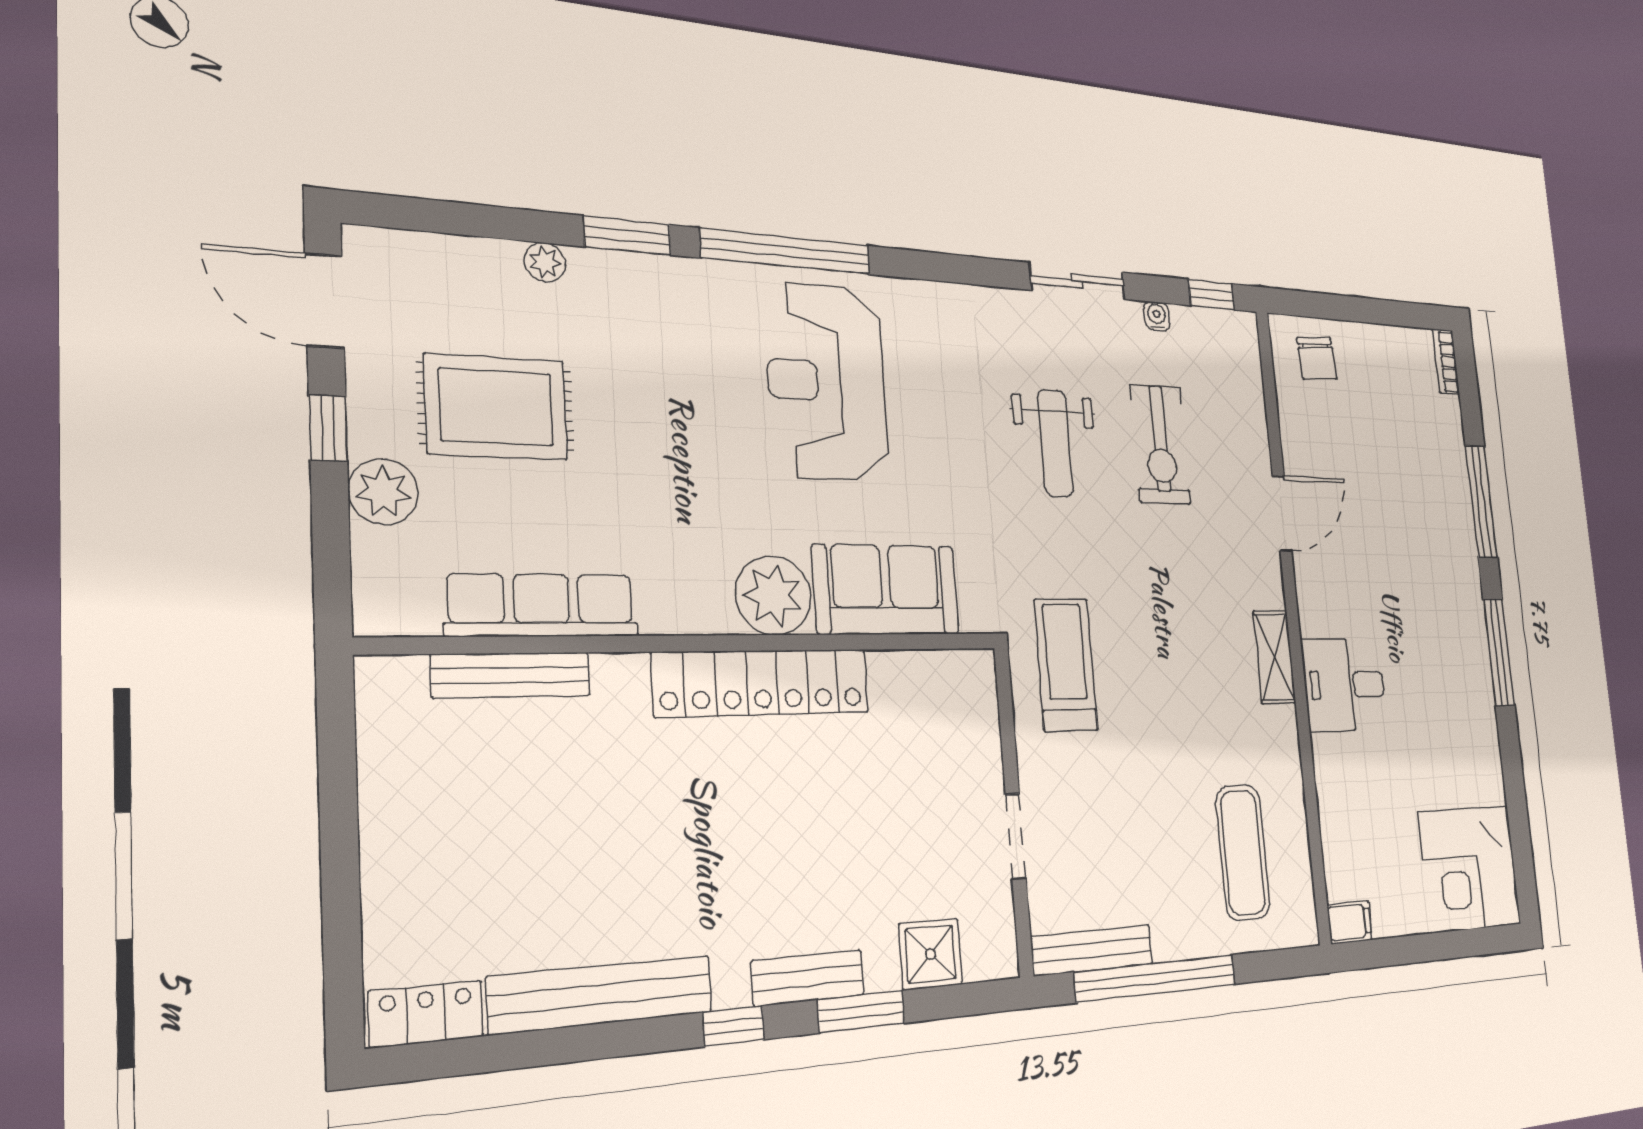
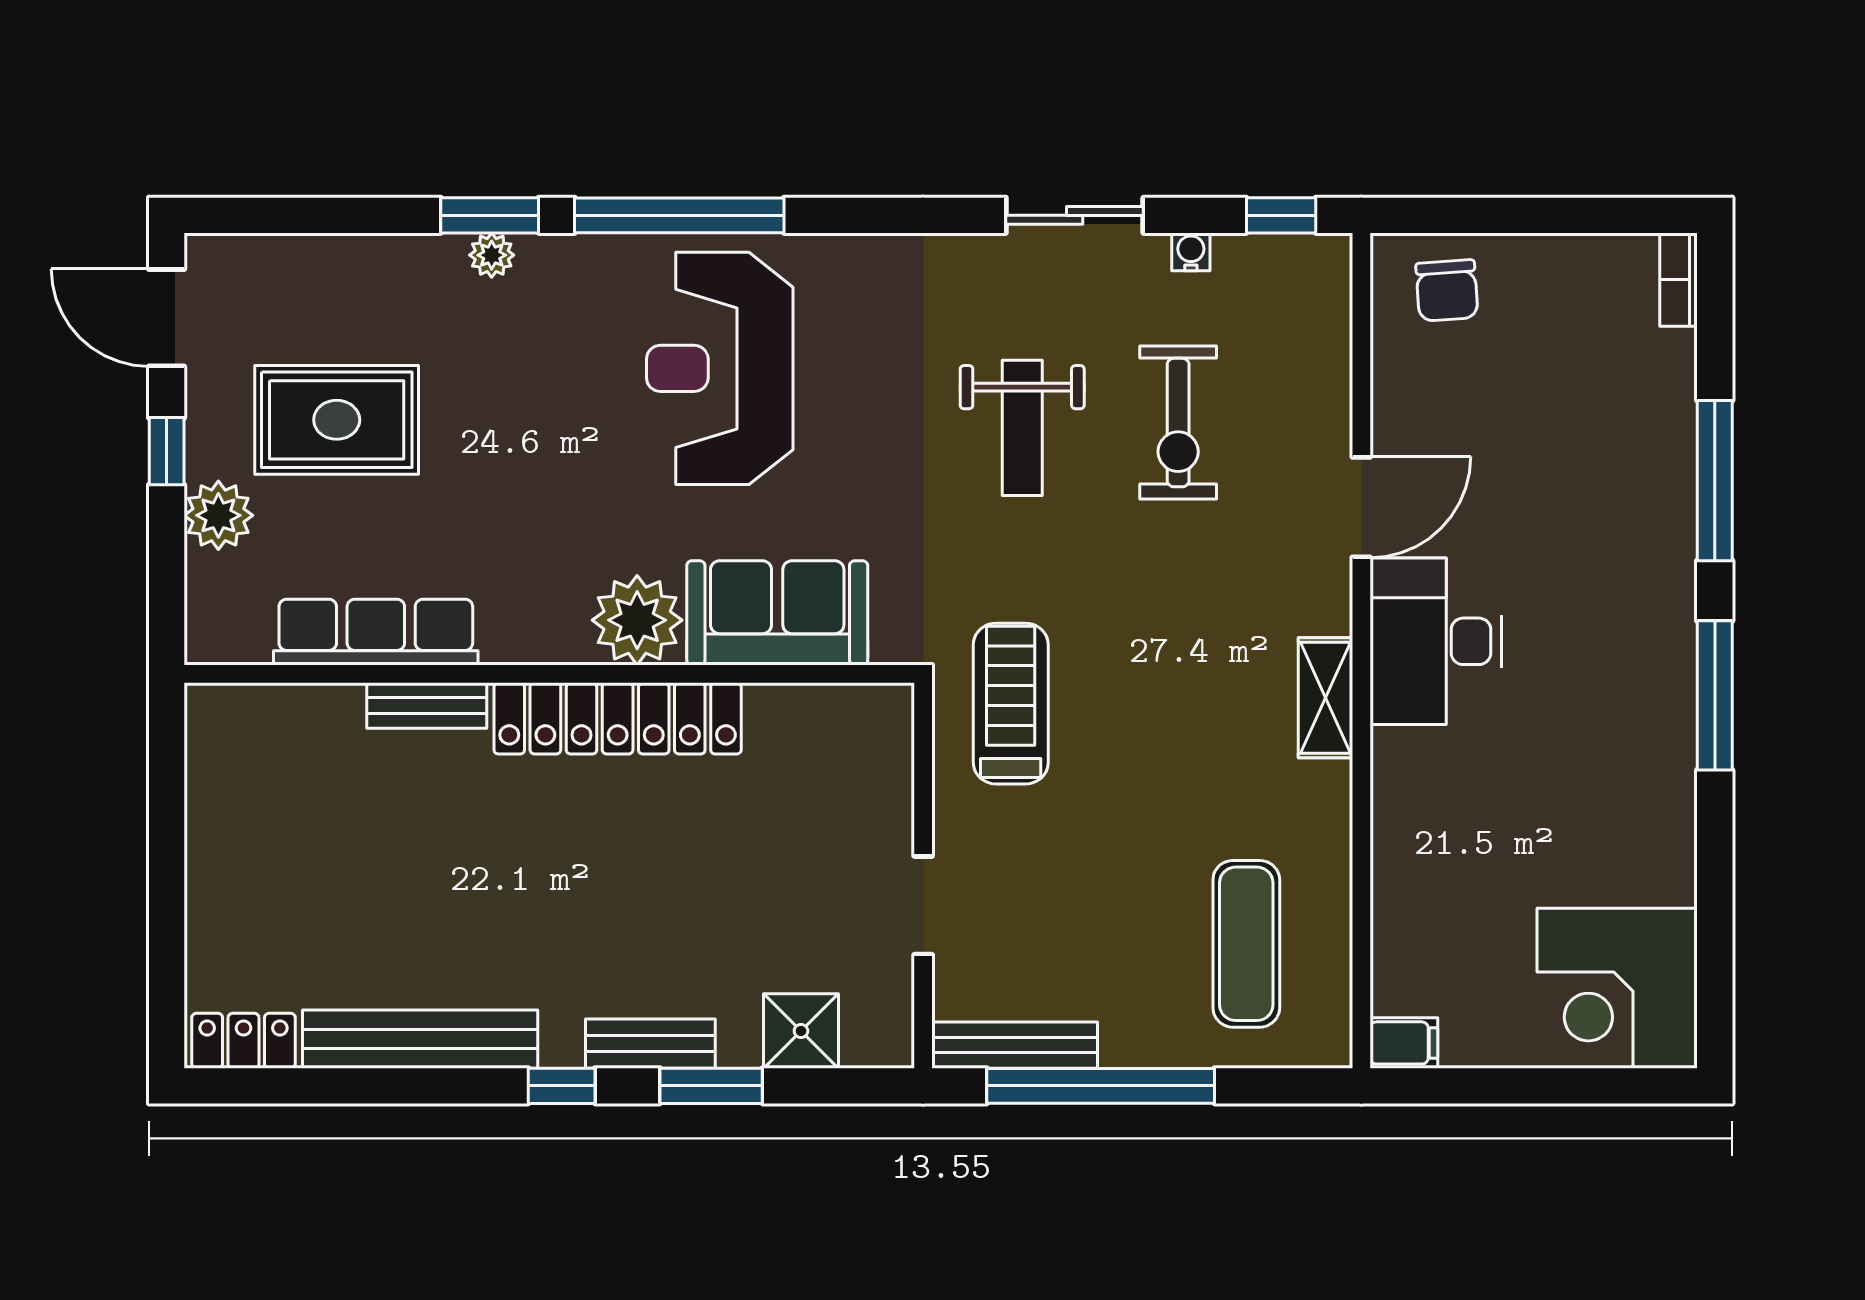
plant: (545, 262) -> (492, 255), moved
bench: (511, 675) -> (427, 706), moved, width x0.73
desk: (1344, 685) -> (1436, 641), moved, width x1.37

